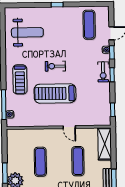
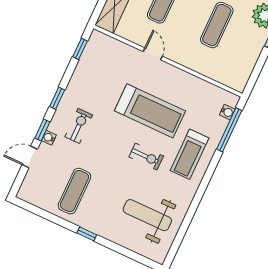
exercise mat: (89, 25) -> (74, 191), moved
exercise bike: (55, 66) -> (146, 157), moved
exercise bike: (103, 72) -> (79, 126), moved
treadmill: (20, 79) -> (190, 154), turned 180

